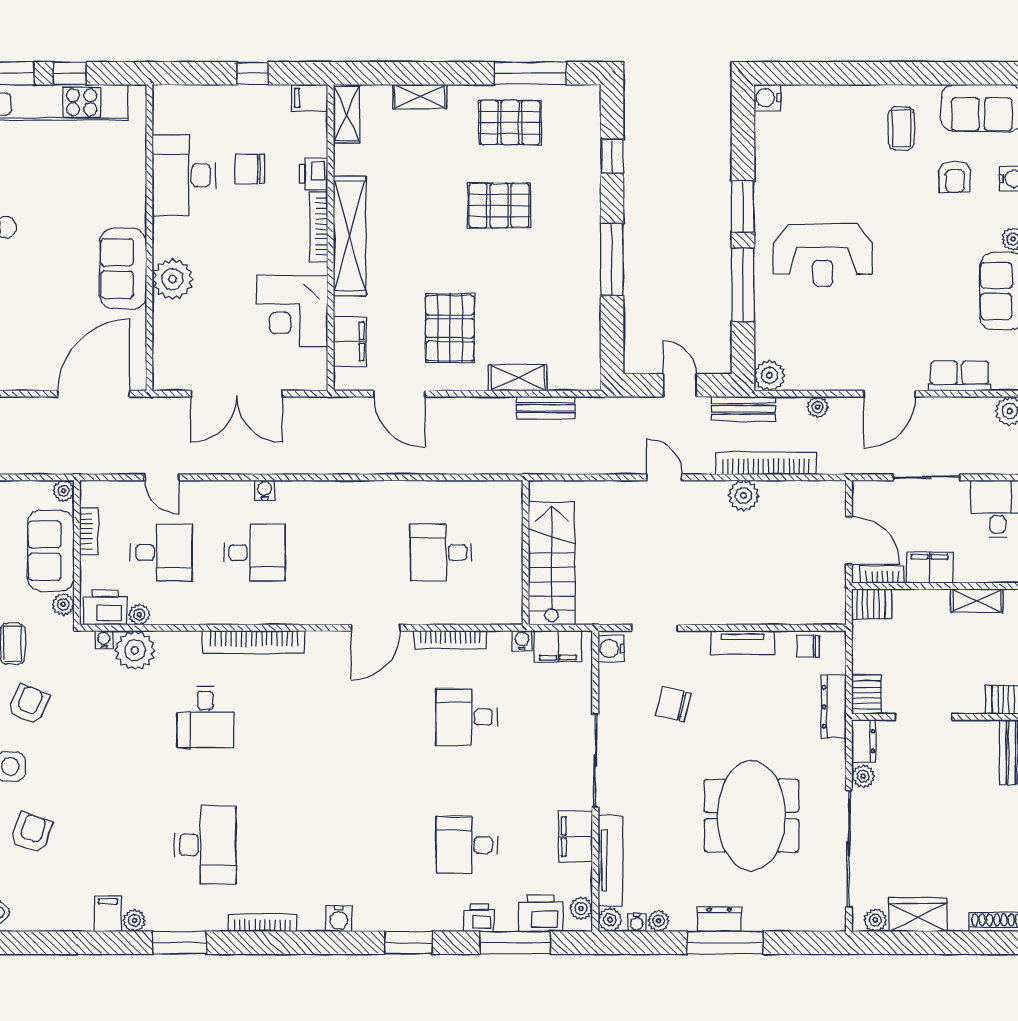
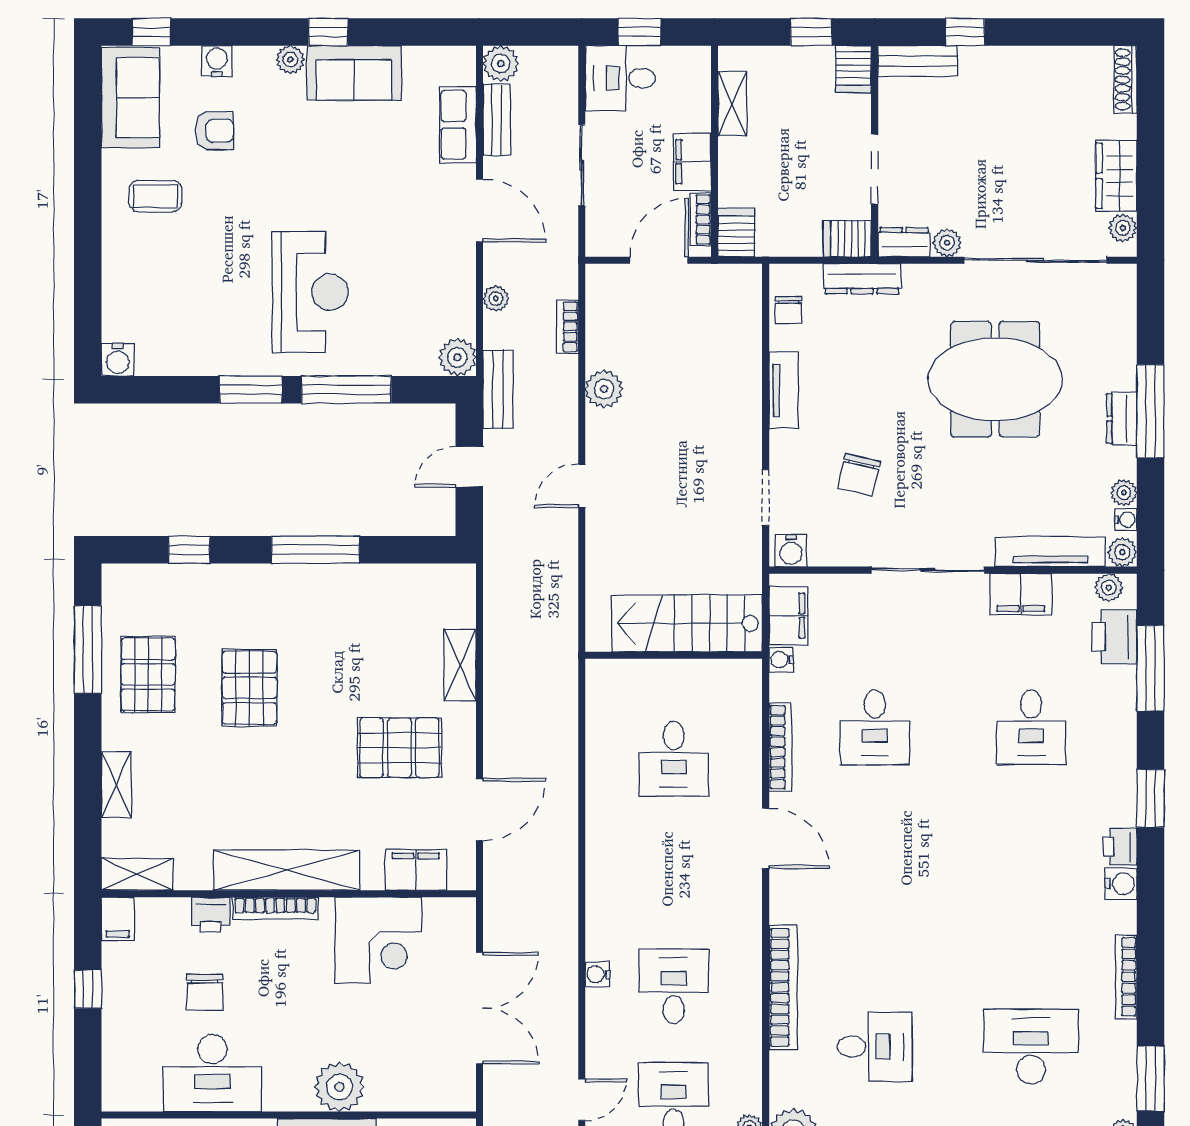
bench: (546, 408) -> (497, 120), moved
bookcase: (766, 463) -> (568, 327), width x0.43, depth x0.76
printer: (479, 918) -> (1120, 847), moved

